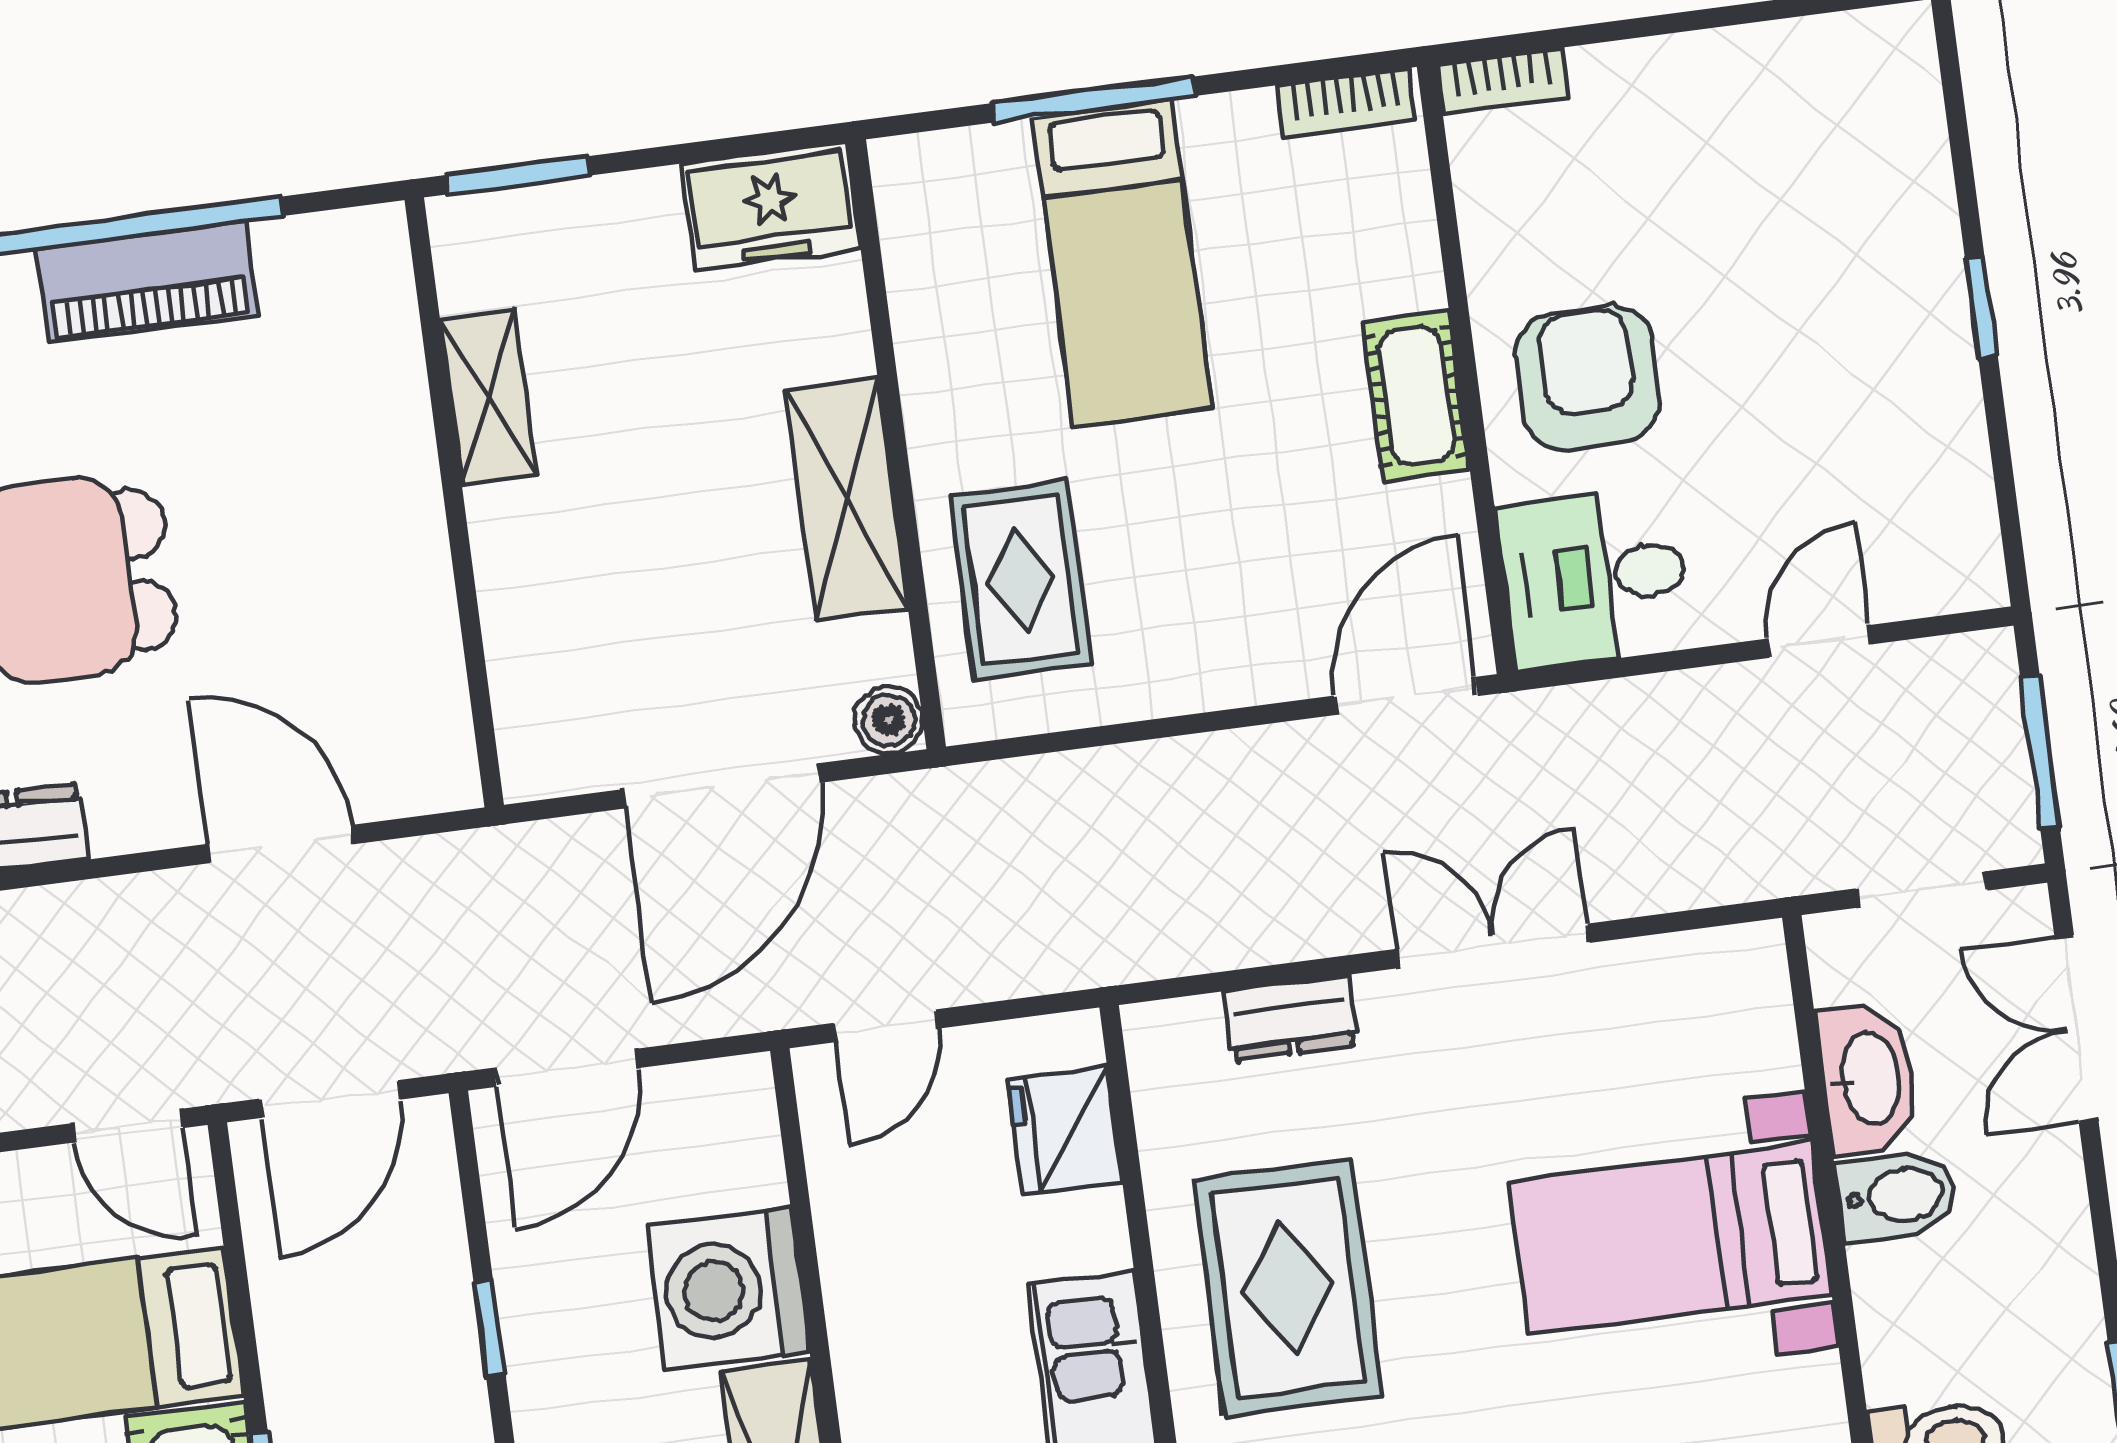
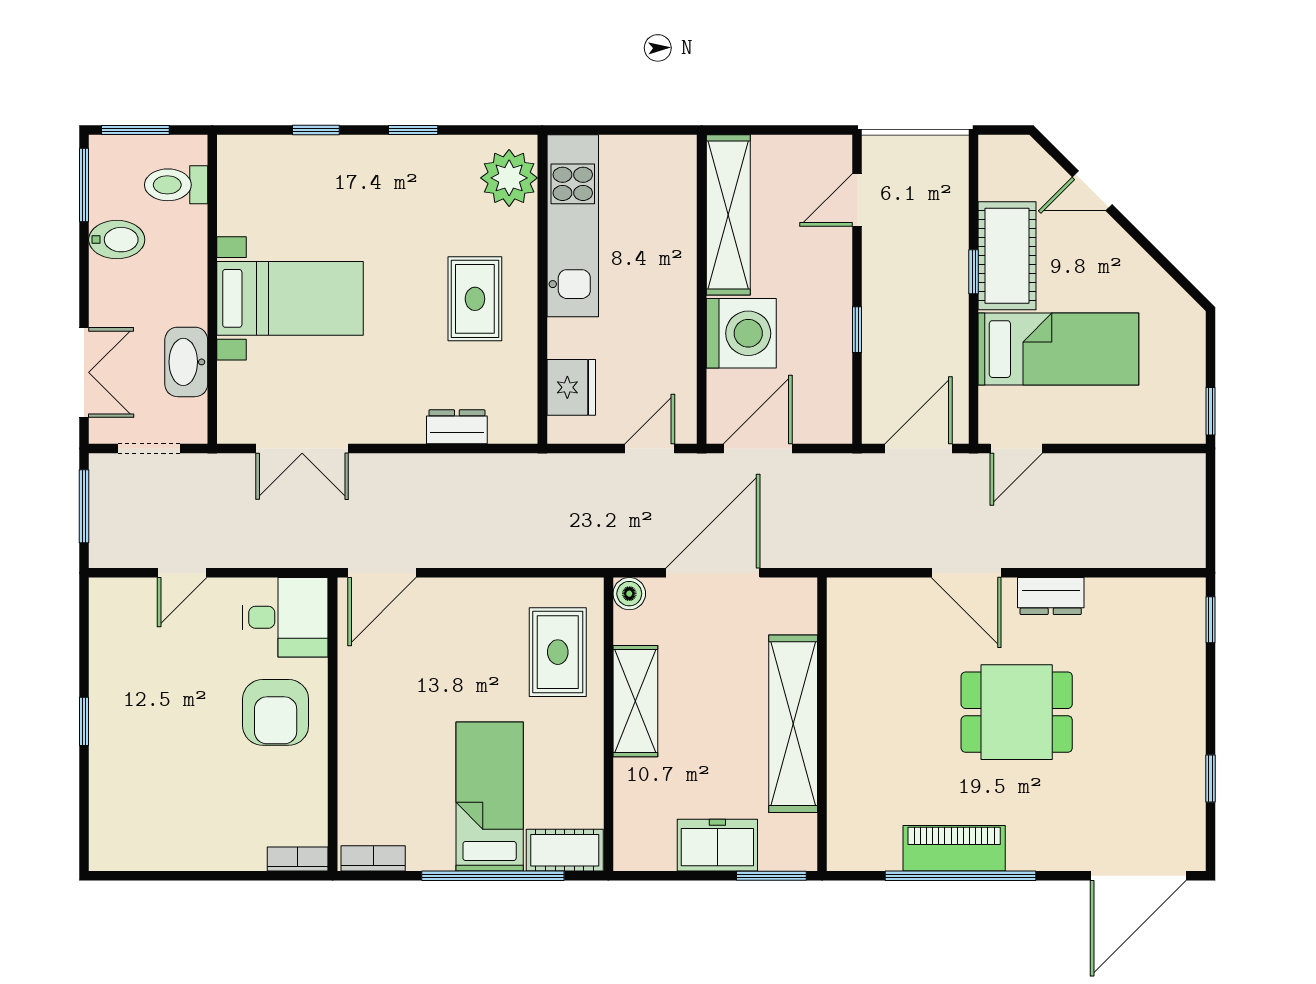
window: (1094, 99) -> (493, 876), width x1.46
freezer: (771, 206) -> (717, 845), moved
cot: (1416, 396) -> (565, 850), moved, turned 90
shelving: (489, 397) -> (793, 724), width x2.20, depth x1.33
door: (281, 844) -> (966, 573), moved
double door: (1493, 946) -> (302, 448), moved
door: (566, 1068) -> (758, 448), moved
door: (128, 1126) -> (1016, 448), swing flipped
bidet: (1897, 1195) -> (117, 240), moved, turned 180
rug: (1288, 1288) -> (475, 299), width x0.73, depth x0.70

